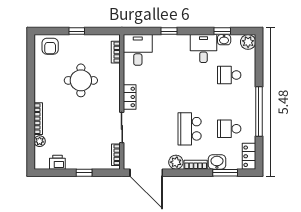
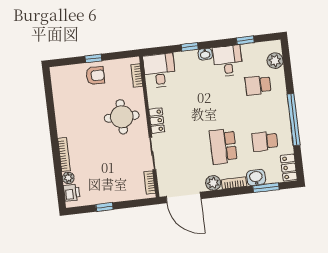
washbasin: (224, 40) -> (205, 54), moved
plant: (248, 42) -> (275, 61), moved
armchair: (50, 46) -> (95, 75), moved, turned -90
round table: (81, 80) -> (122, 117), moved
printer: (57, 162) -> (72, 193), moved, turned 90
window: (84, 173) -> (104, 207), moved

